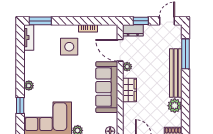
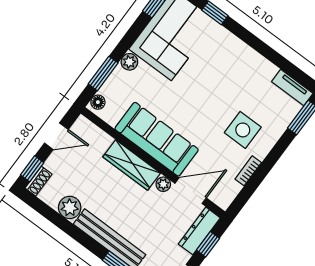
dresser: (133, 30) -> (199, 231), width x1.44
plant: (29, 86) -> (232, 43), removed
wardrobe: (129, 90) -> (132, 165), width x1.50

